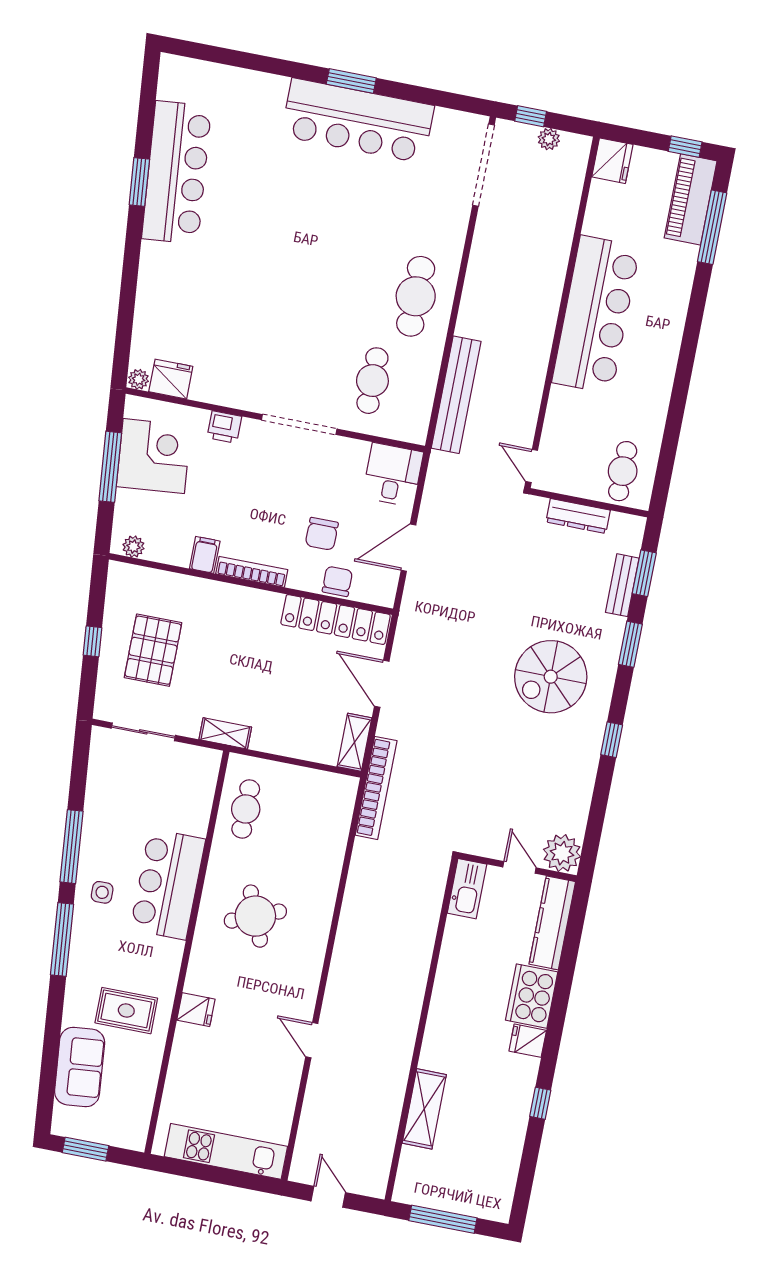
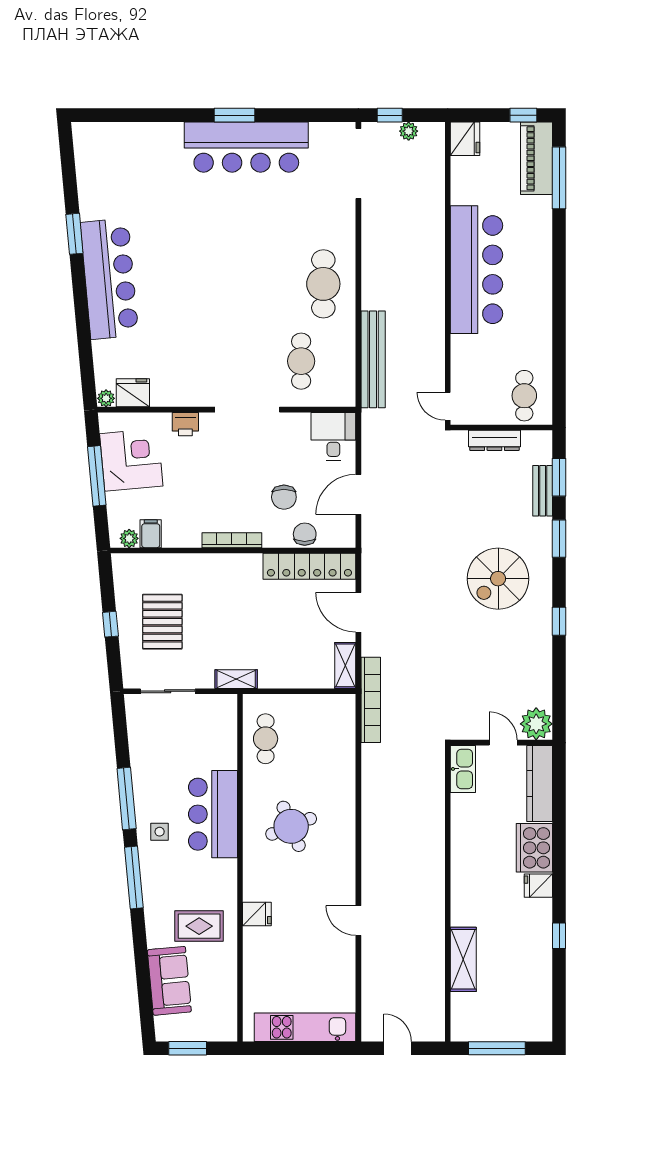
bar counter: (177, 172) -> (109, 279), moved
filing cabinet: (205, 555) -> (151, 534), moved

